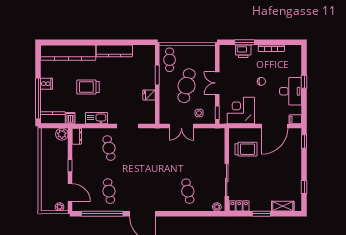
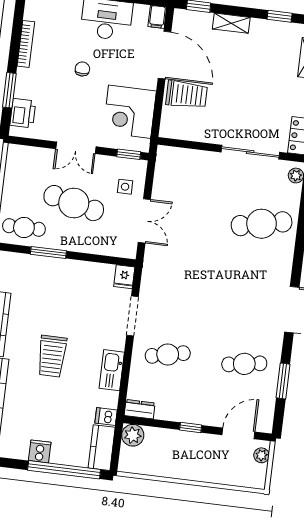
printer: (243, 51) -> (23, 113), moved
trolley: (88, 87) -> (52, 356), moved
fridge: (149, 95) -> (124, 277), moved
trolley: (246, 149) -> (187, 95), moved, turned 90
shelving: (297, 161) -> (231, 23), added
cafe table: (188, 191) -> (262, 224), width x1.37, depth x1.35
window: (102, 214) -> (283, 381), width x0.47

